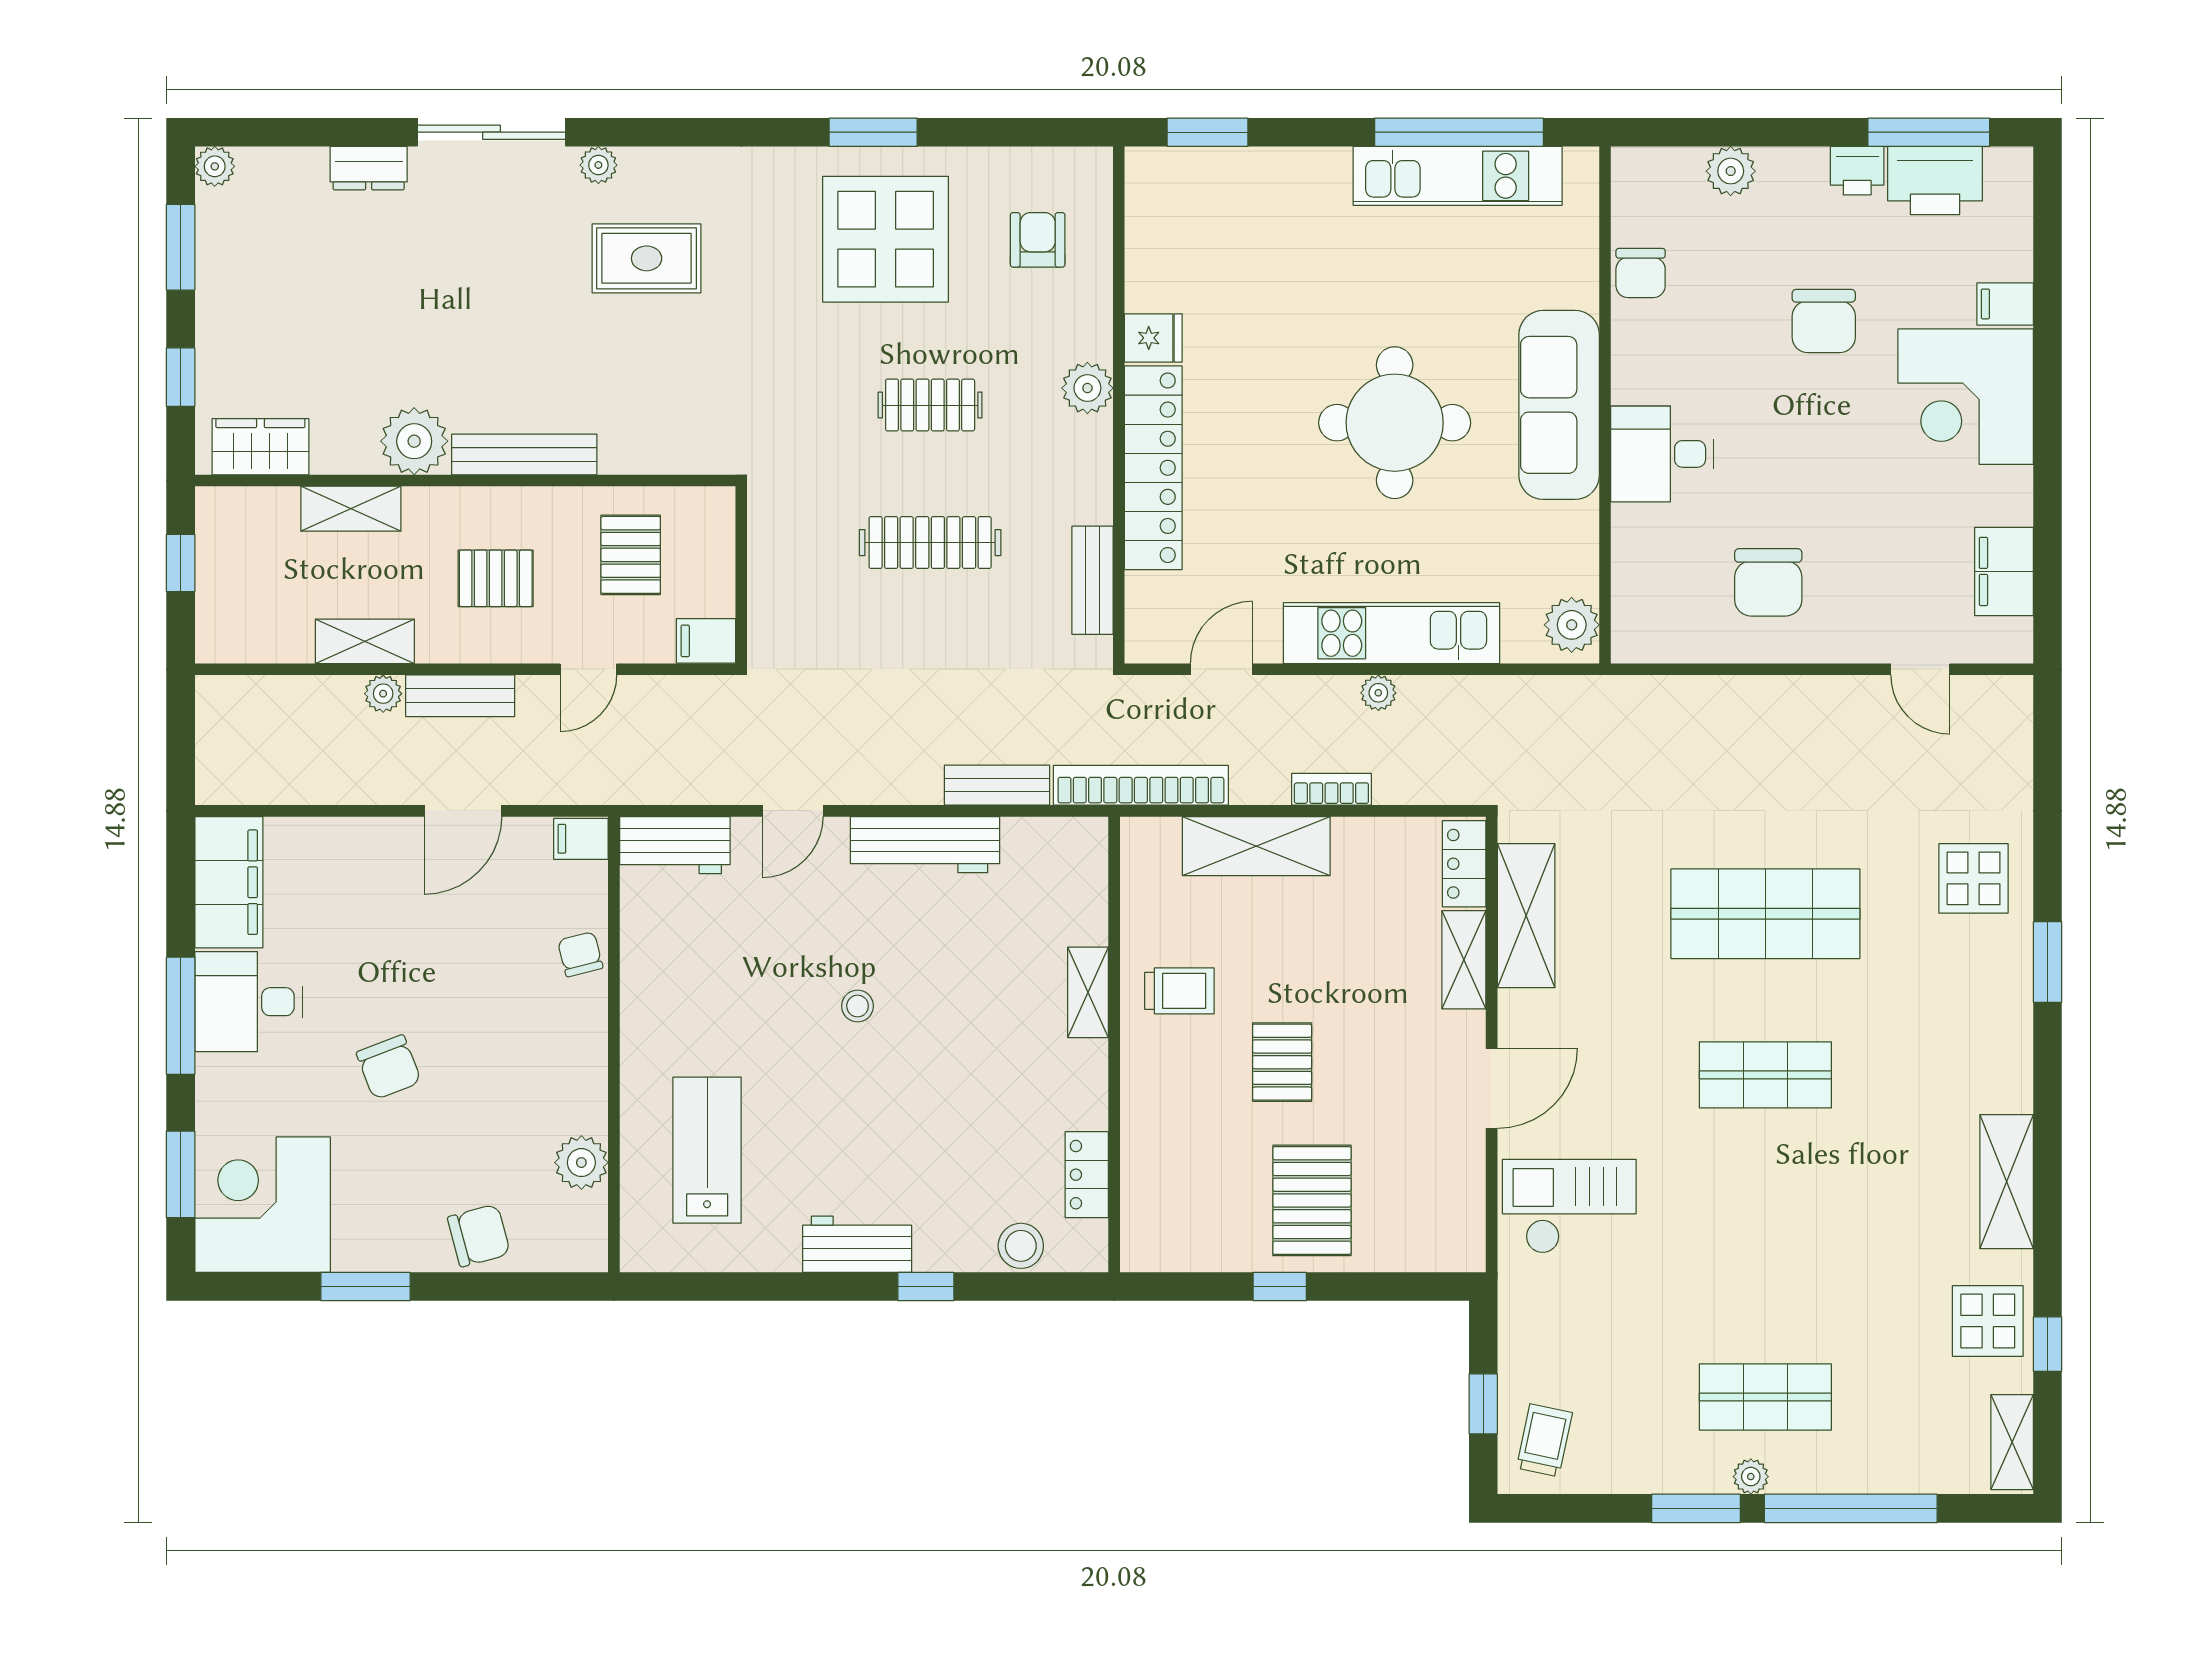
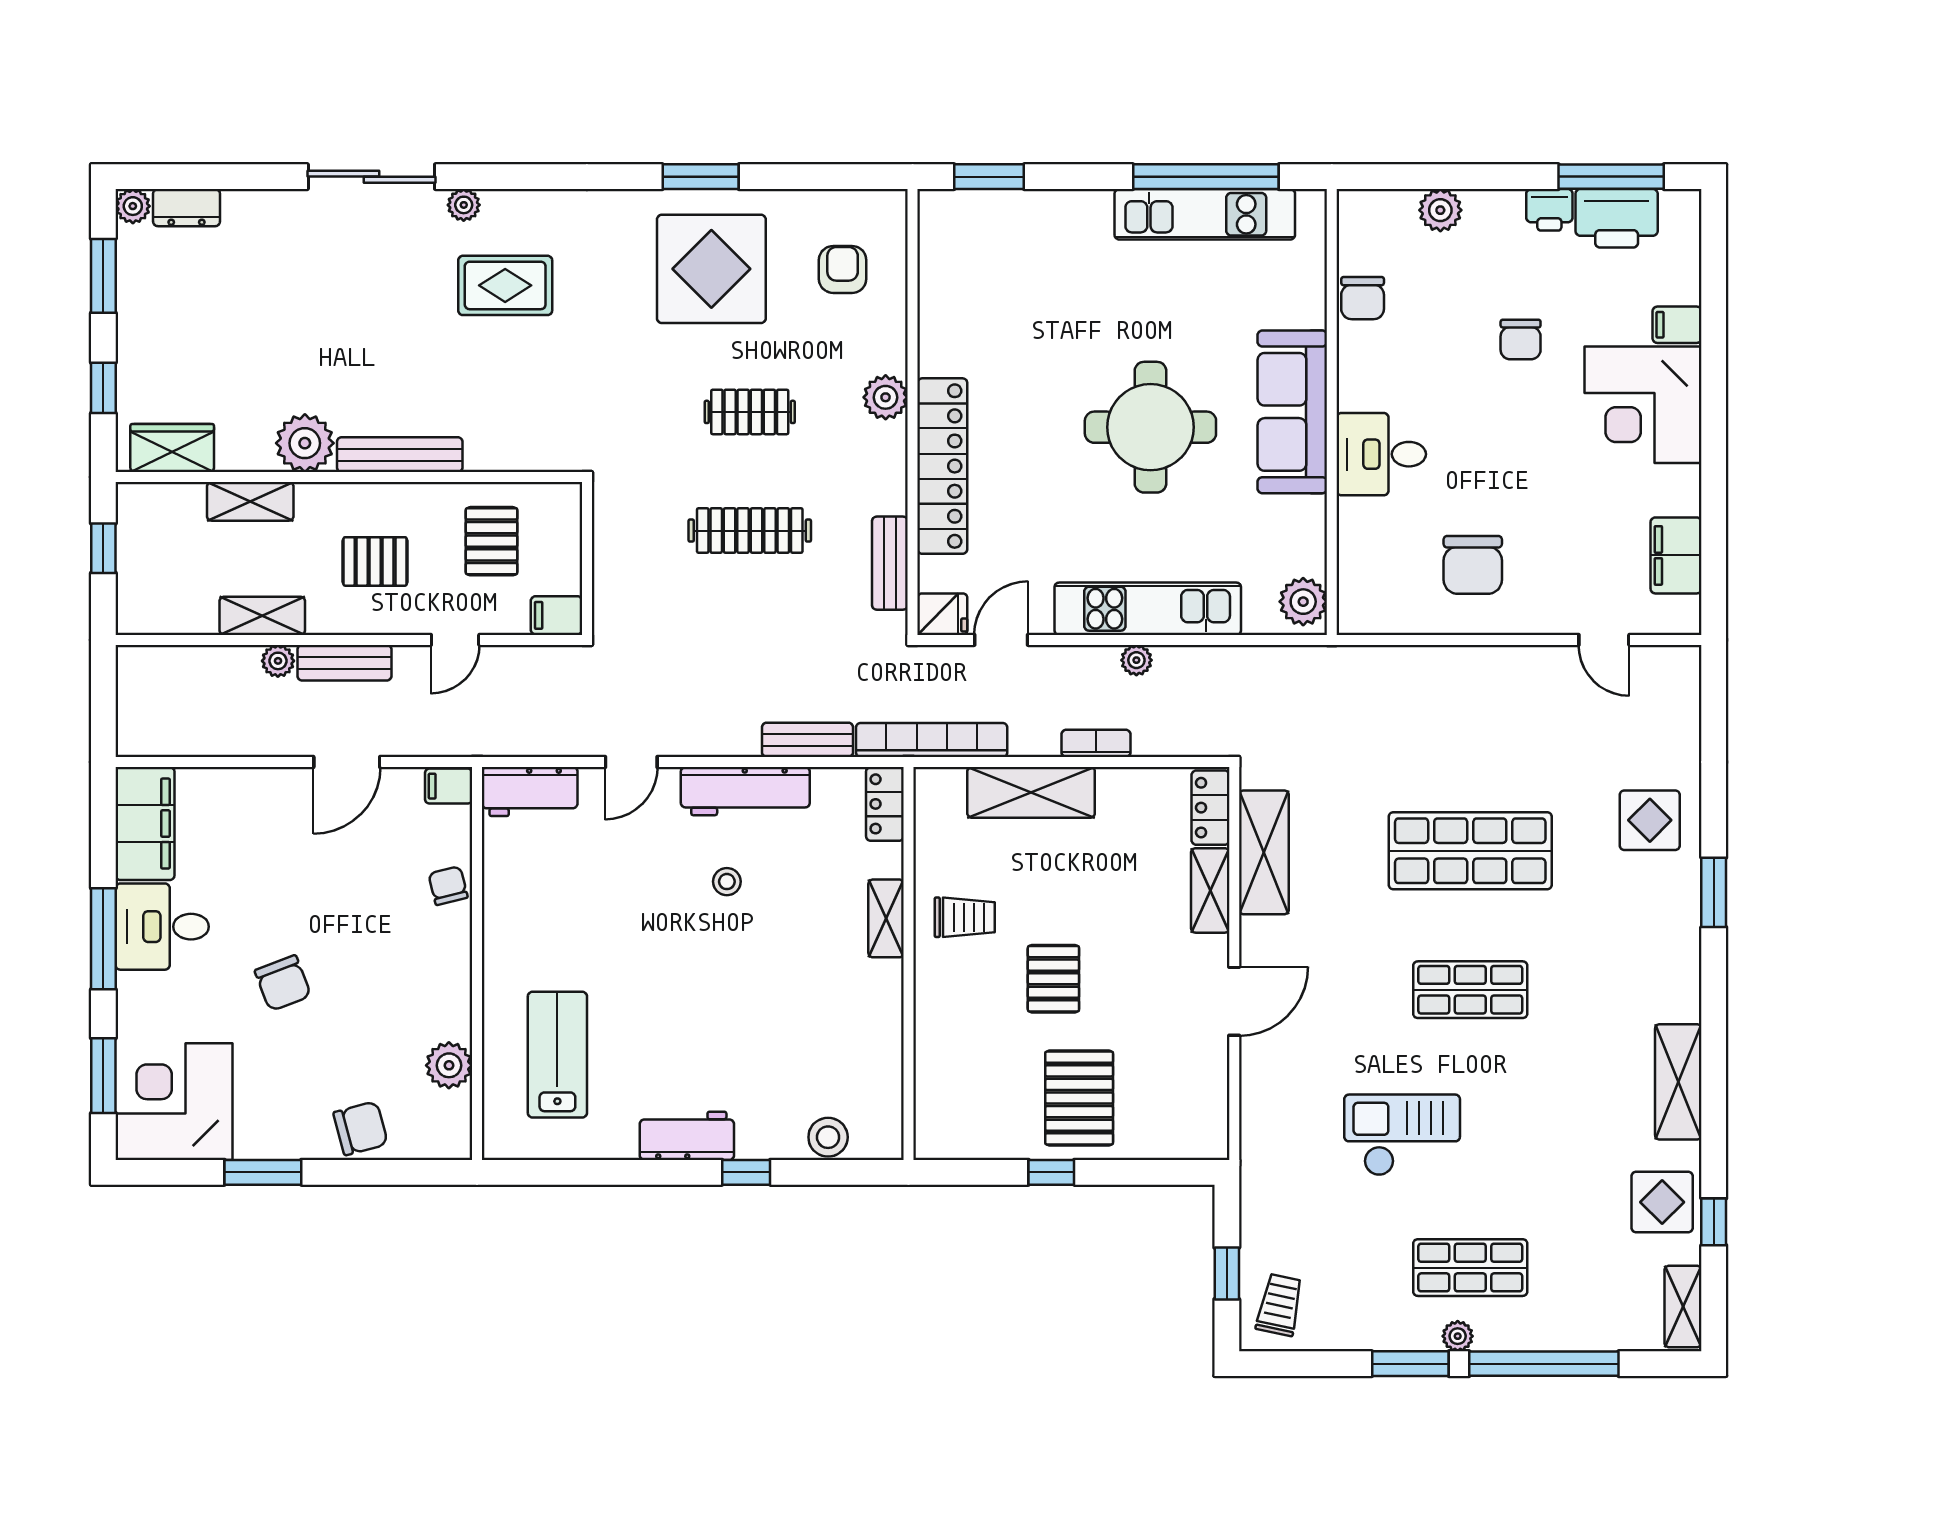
dresser: (369, 168) -> (187, 208), moved
chair: (1824, 321) -> (1521, 340), width x0.73, depth x0.73
fridge: (1153, 338) -> (942, 614), moved
stool: (858, 1006) -> (727, 882), moved
locker: (1087, 1175) -> (885, 804), moved
checkout: (1569, 1206) -> (1402, 1135), moved

